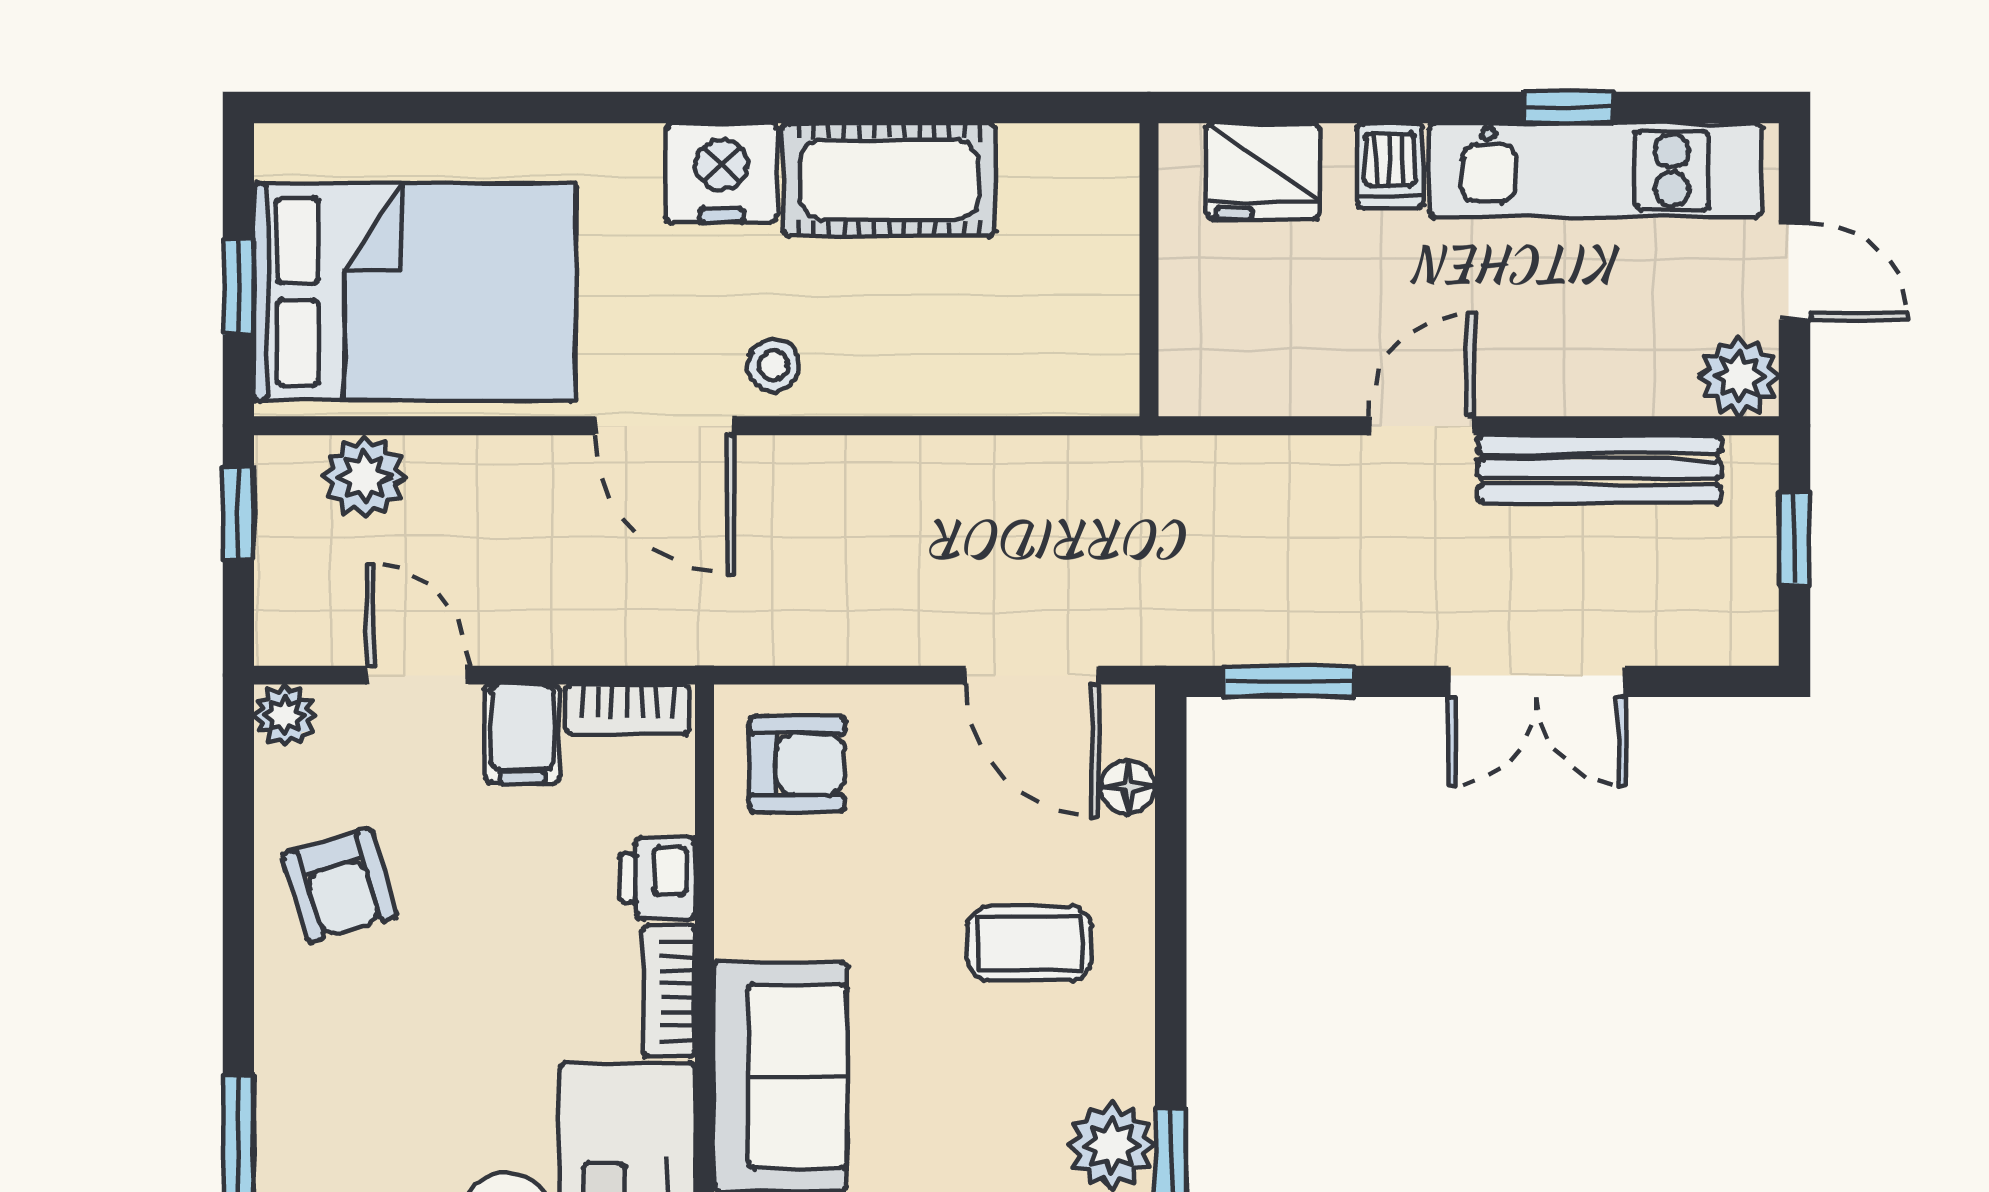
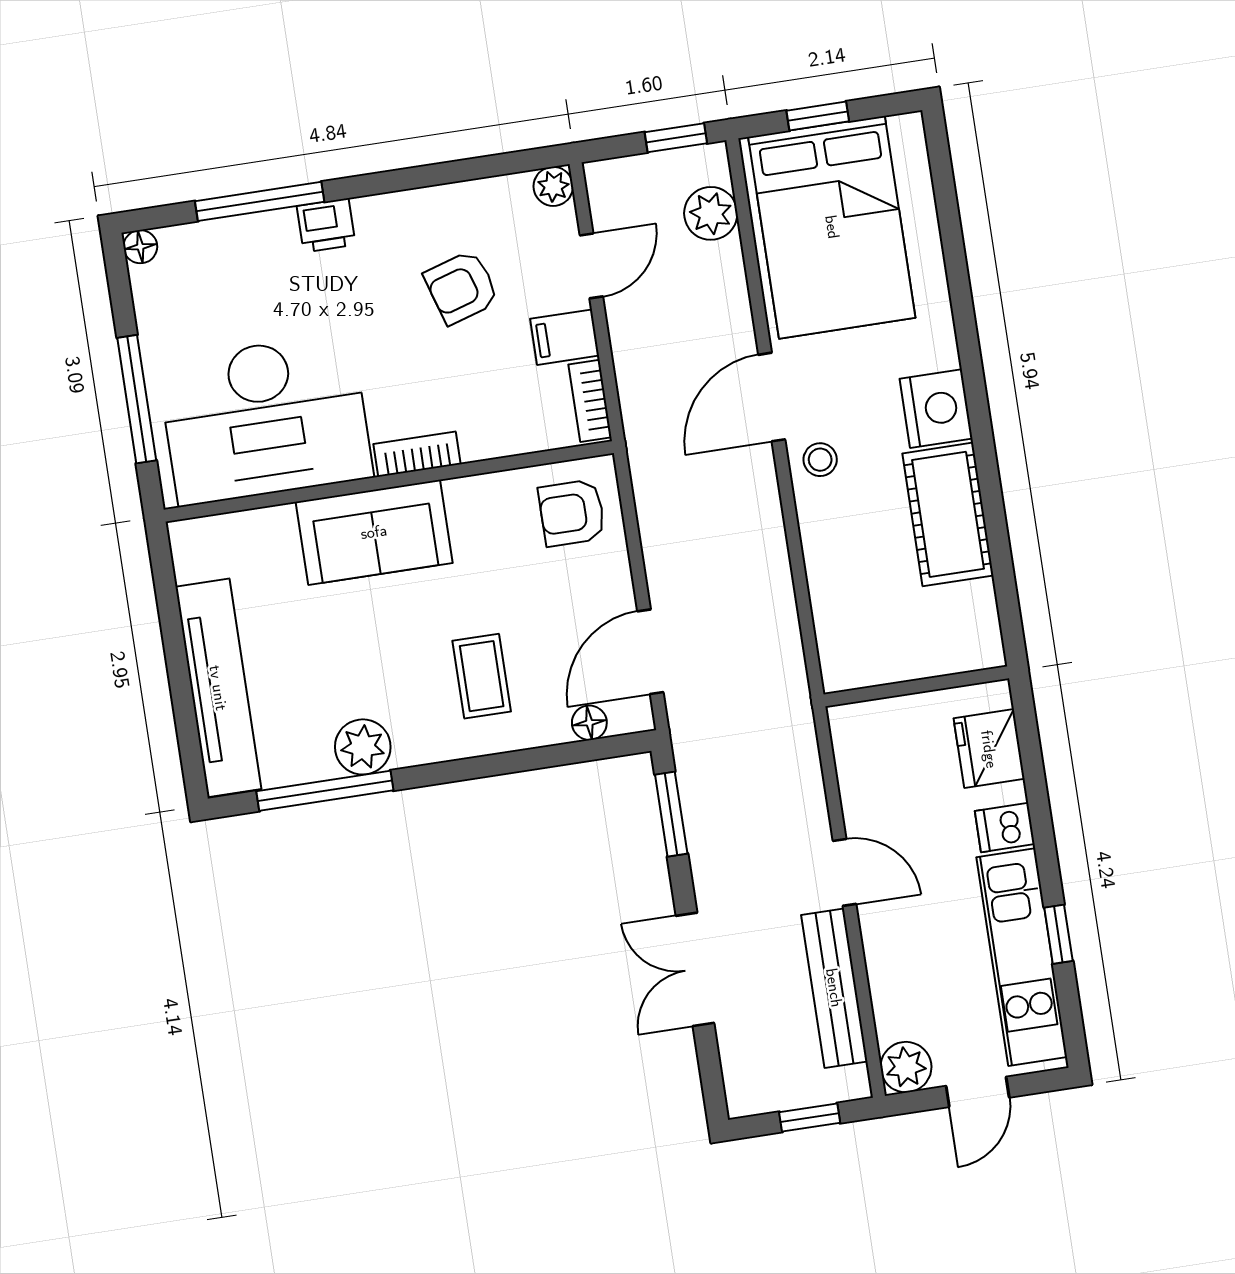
armchair: (797, 764) -> (572, 513), turned 90
printer: (658, 878) -> (326, 225), moved, turned 180
armchair: (340, 885) -> (461, 287), moved

